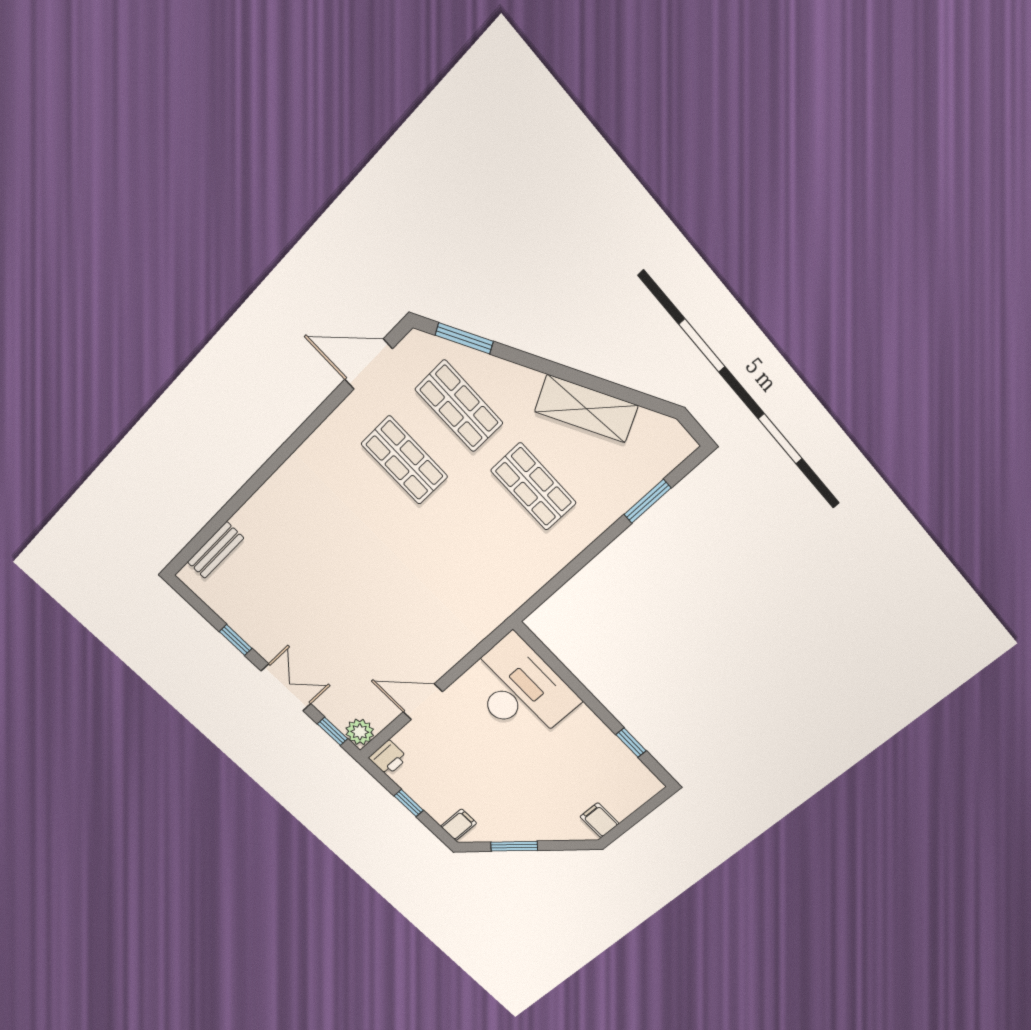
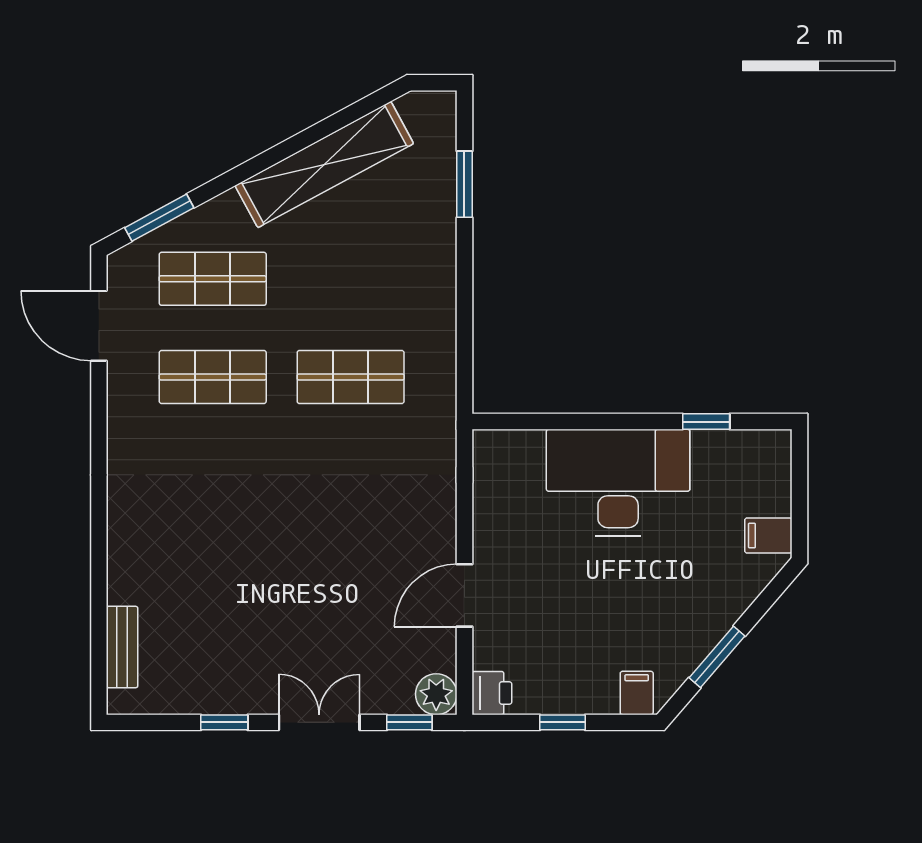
door: (369, 364) -> (99, 326), hinge flipped
shelving: (586, 409) -> (324, 165), width x1.47
shop shelf: (534, 487) -> (351, 377), moved
desk: (520, 690) -> (618, 483), moved

